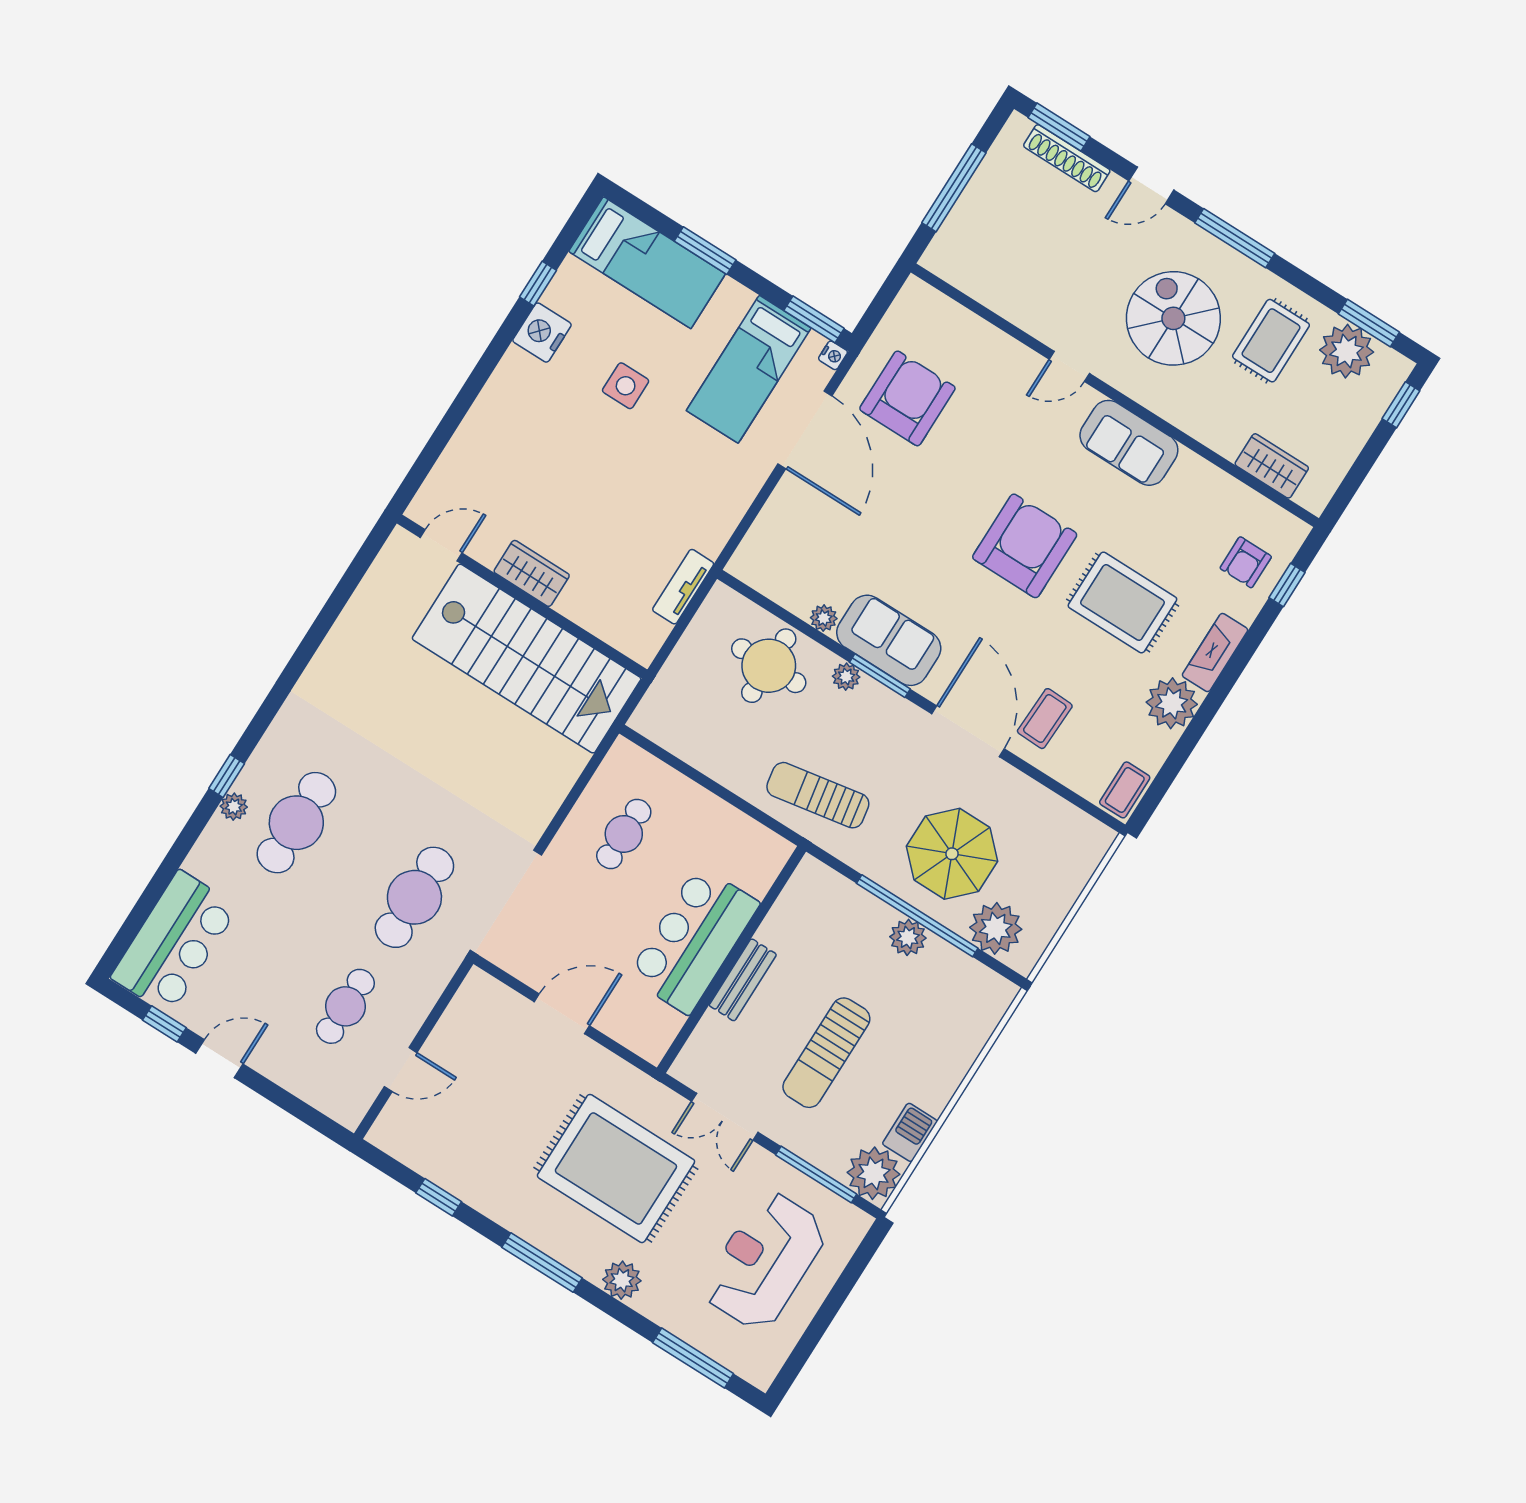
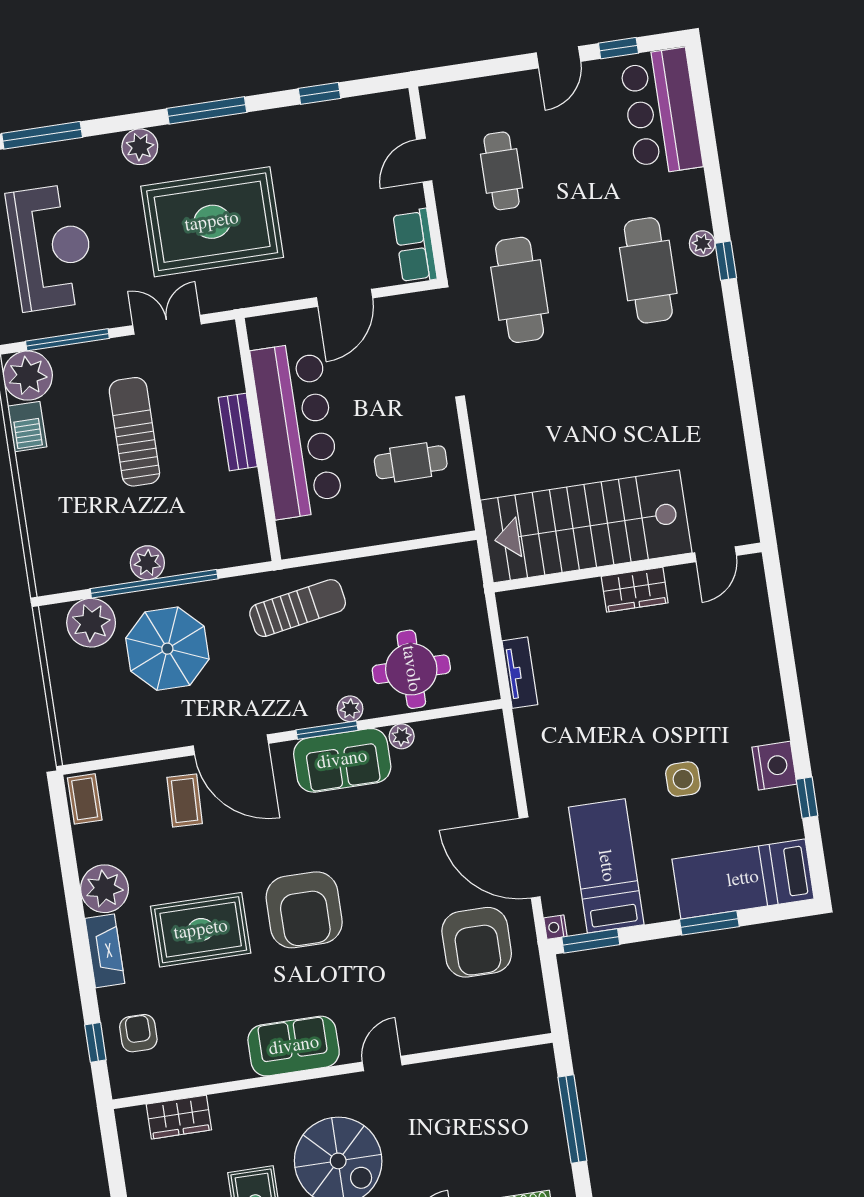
cafe table: (624, 834) -> (411, 462), turned 90
bar counter: (694, 940) -> (297, 430), width x1.36
row of seats: (468, 1006) -> (415, 246), added

